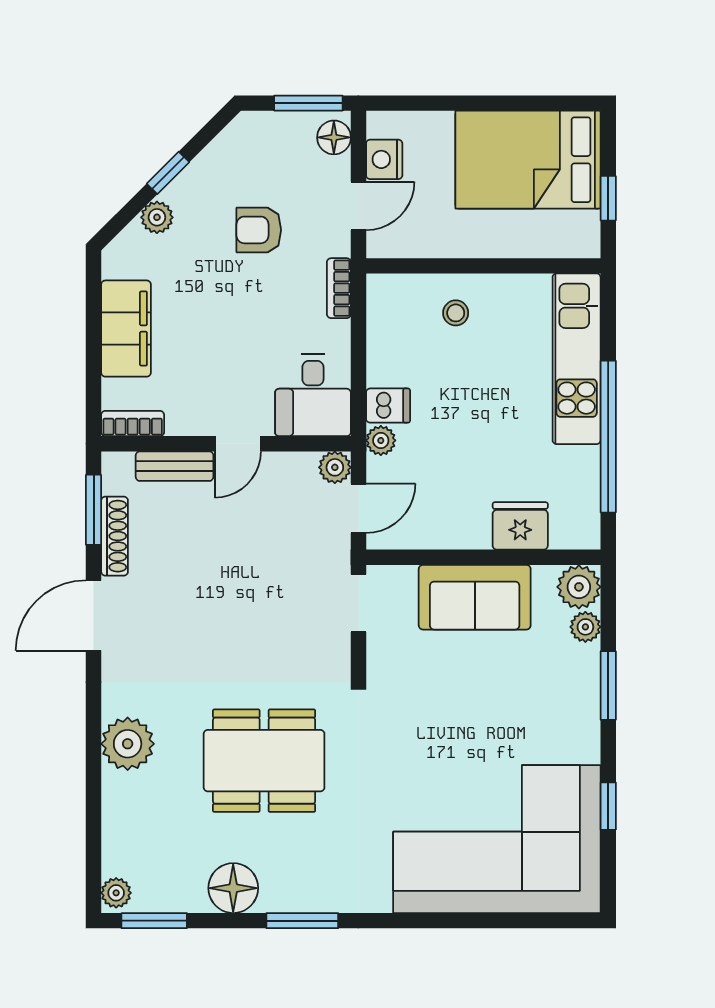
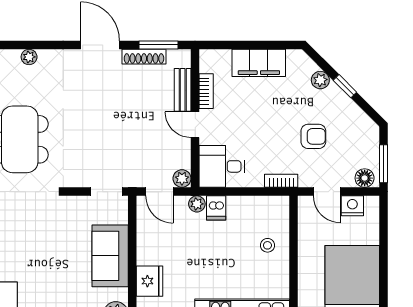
armchair: (259, 230) -> (313, 136), turned 90
bookcase: (133, 424) -> (206, 91), moved
plant: (128, 744) -> (29, 57), width x0.53, depth x0.53

